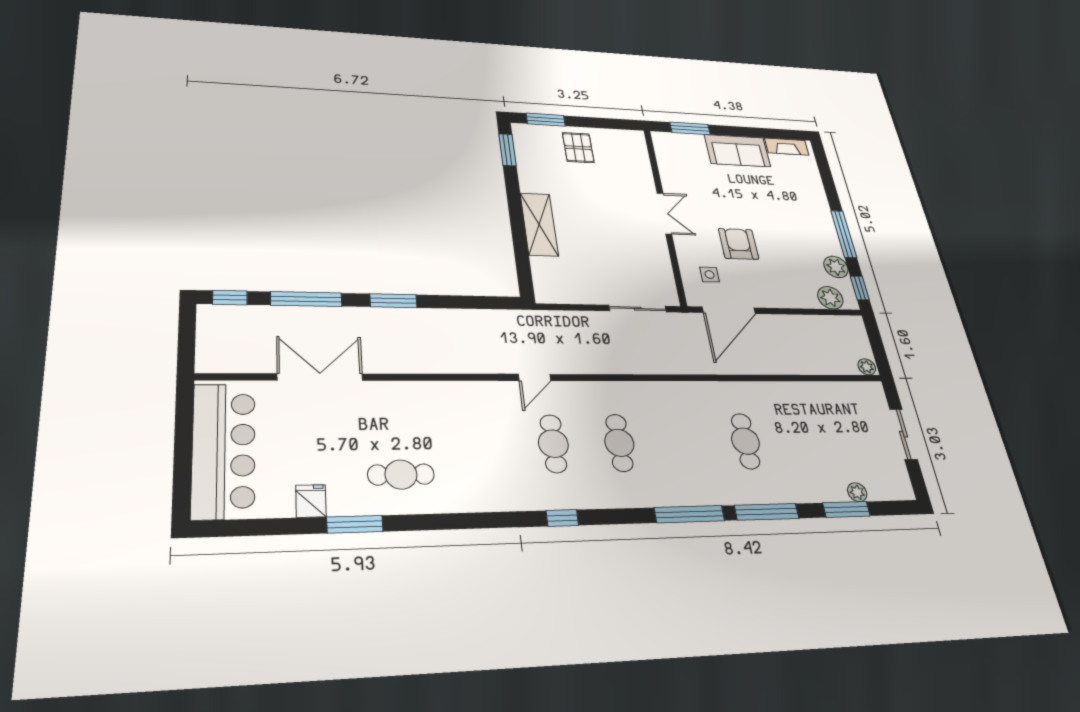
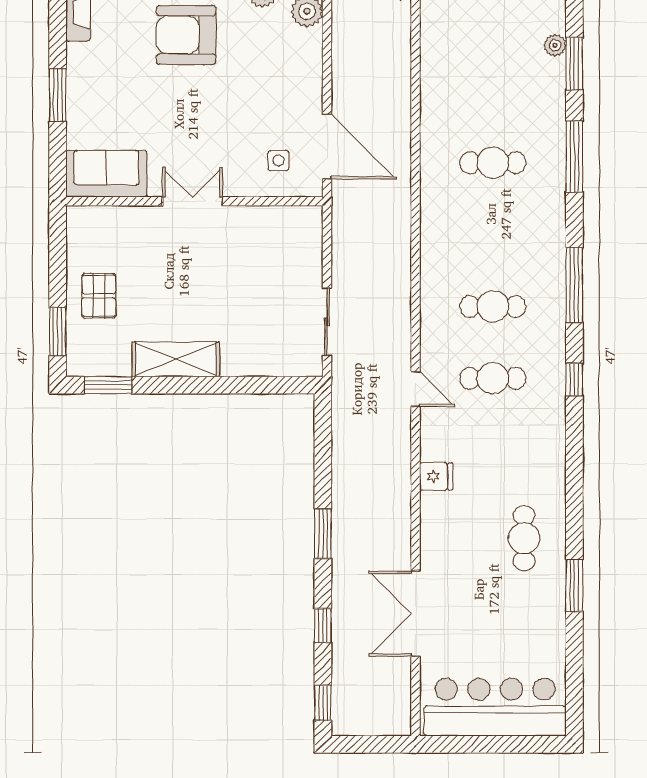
window: (690, 128) -> (58, 95), moved
pallet: (578, 148) -> (99, 296), turned 90
sofa: (737, 151) -> (106, 174), moved, turned -90
shelving: (539, 224) -> (176, 359), moved
armchair: (738, 244) -> (186, 35), moved, width x1.36, depth x1.36
window: (306, 299) -> (323, 625), width x0.46
sliding door: (638, 309) -> (327, 322), moved
fridge: (311, 501) -> (436, 476), moved, turned 180
window: (690, 514) -> (574, 285), moved

